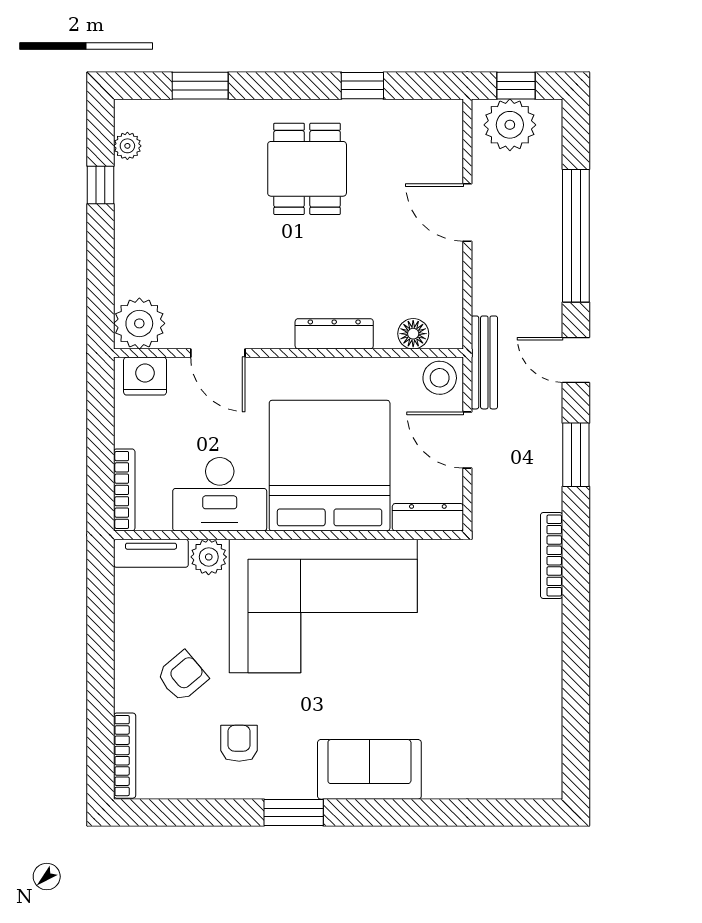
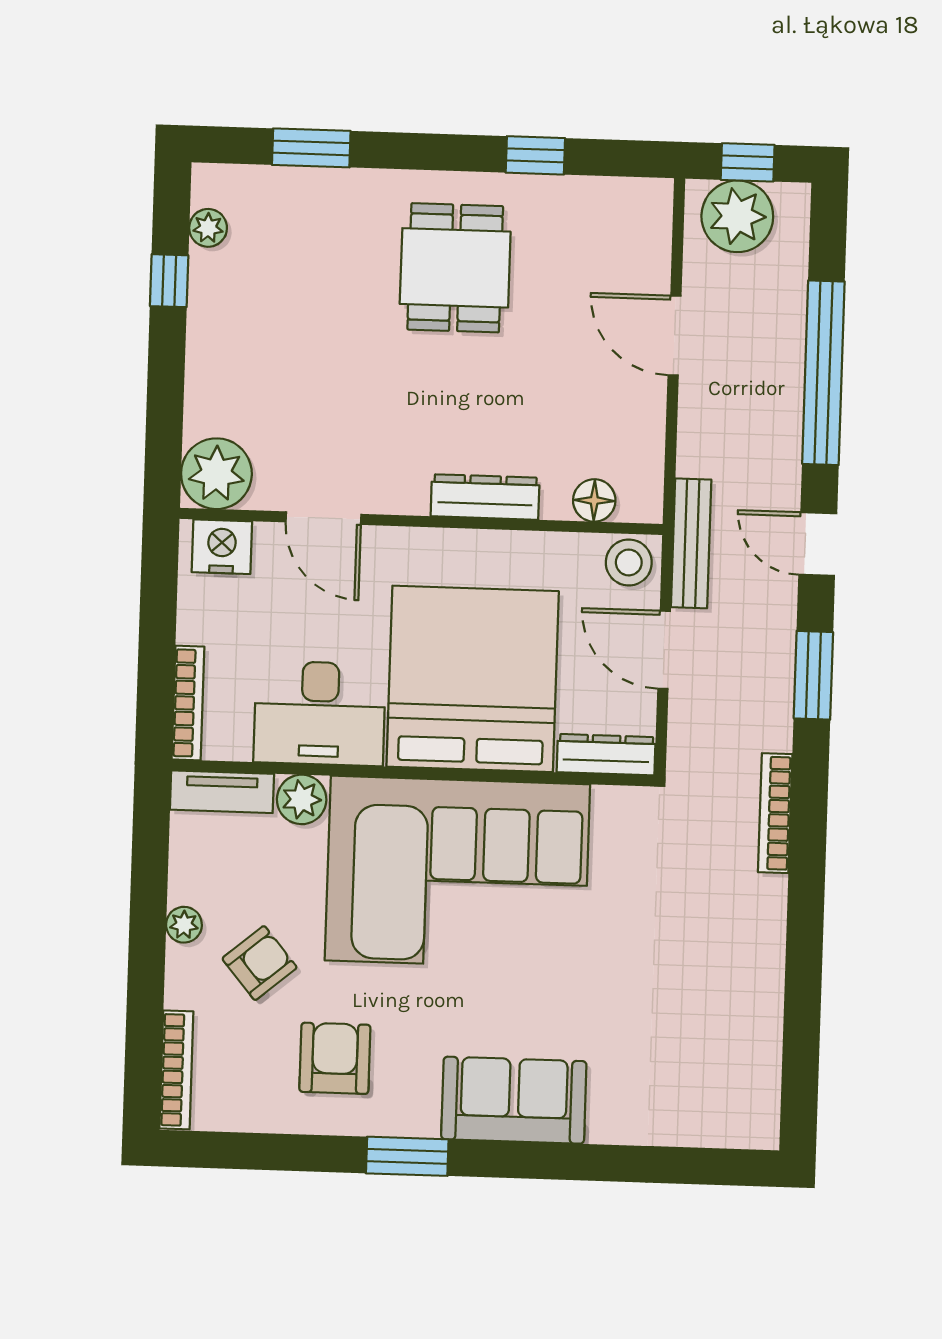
plant: (127, 650) -> (184, 925), added
armchair: (239, 743) -> (335, 1058), width x1.38, depth x1.38

